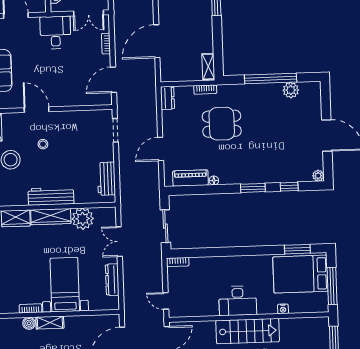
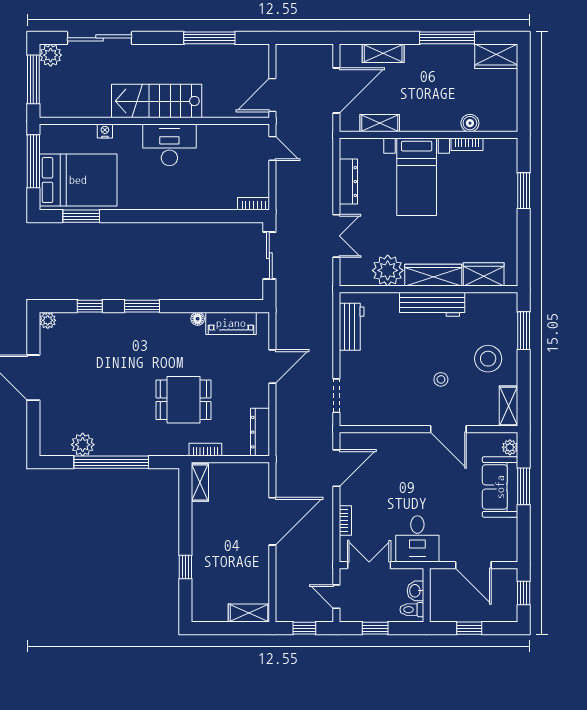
dresser: (167, 98) -> (260, 432), width x1.44
shelving: (50, 323) -> (380, 123), moved

